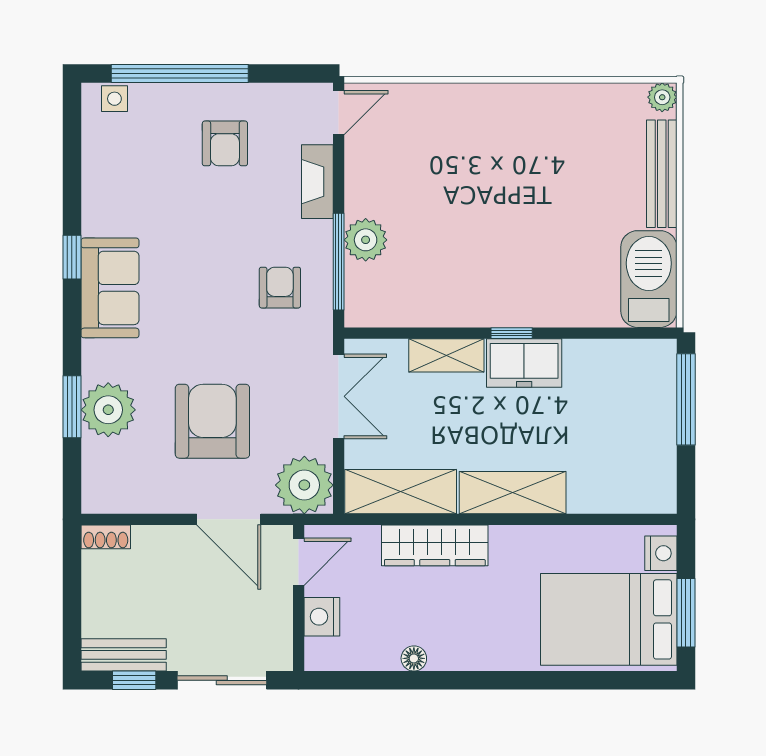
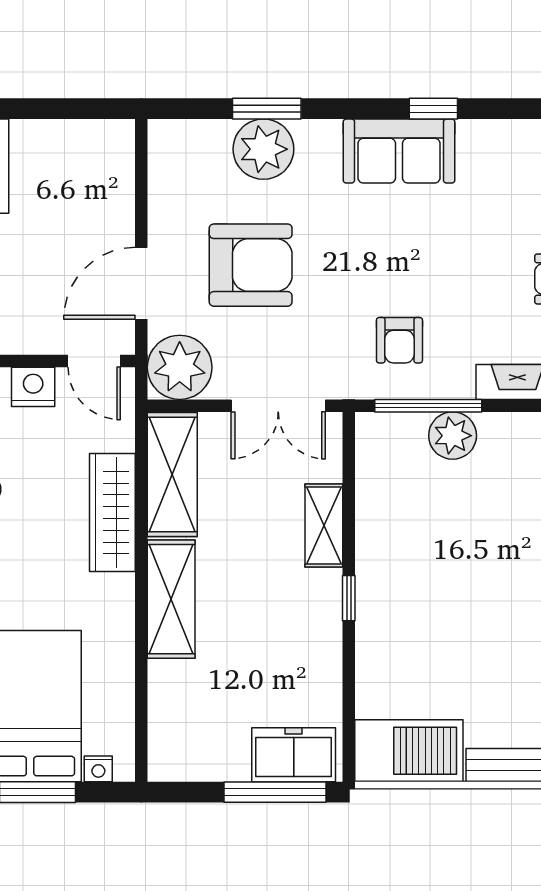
armchair: (280, 288) -> (399, 340), turned 90
freezer: (524, 363) -> (294, 755), moved, turned 90
shoe rack: (106, 537) -> (122, 146), removed
nightstand: (661, 553) -> (98, 769), width x0.72, depth x0.74

